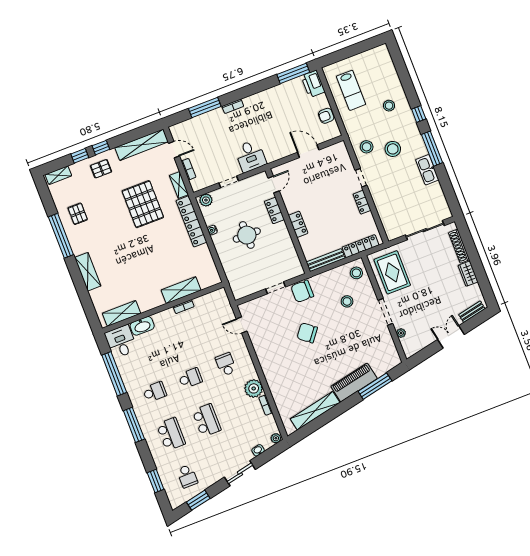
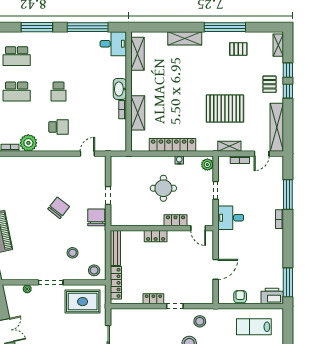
locker: (191, 221) -> (172, 145), moved
washbasin: (142, 326) -> (120, 89), moved
school desk: (155, 392) -> (59, 56), removed

